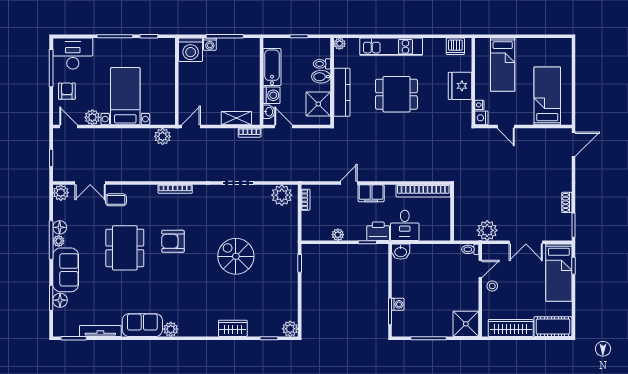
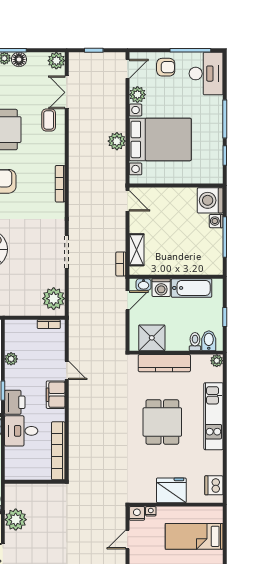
bidet: (321, 77) -> (209, 341), moved
bed with nightstands: (125, 96) -> (160, 139), width x1.36
plant: (163, 136) -> (117, 141), moved

